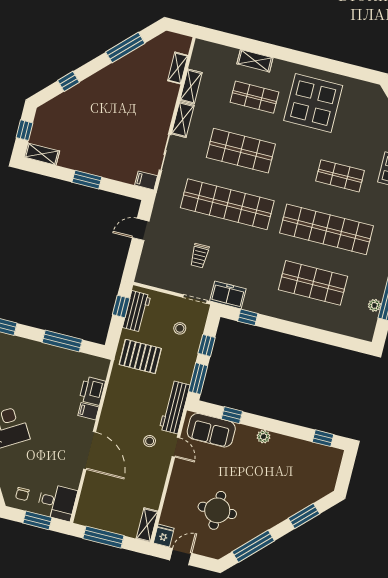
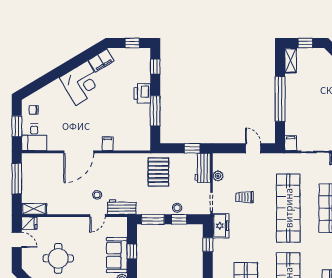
window: (87, 180) -> (280, 99), width x2.11
plant: (164, 283) -> (218, 176), added
workbench: (137, 311) -> (203, 168), moved, turned 90
stool: (180, 328) -> (177, 208), moved
printer: (92, 391) -> (142, 93), moved, turned -90
workbench: (175, 407) -> (122, 207), width x0.73
sofa: (211, 430) -> (117, 255), moved

